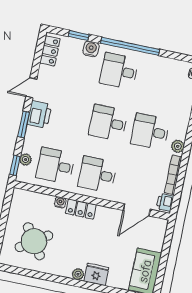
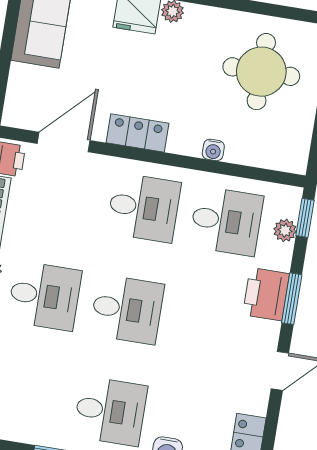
printer: (39, 114) -> (266, 294), moved
locker: (81, 209) -> (137, 133), moved
round table: (34, 241) -> (261, 72), turned 34

